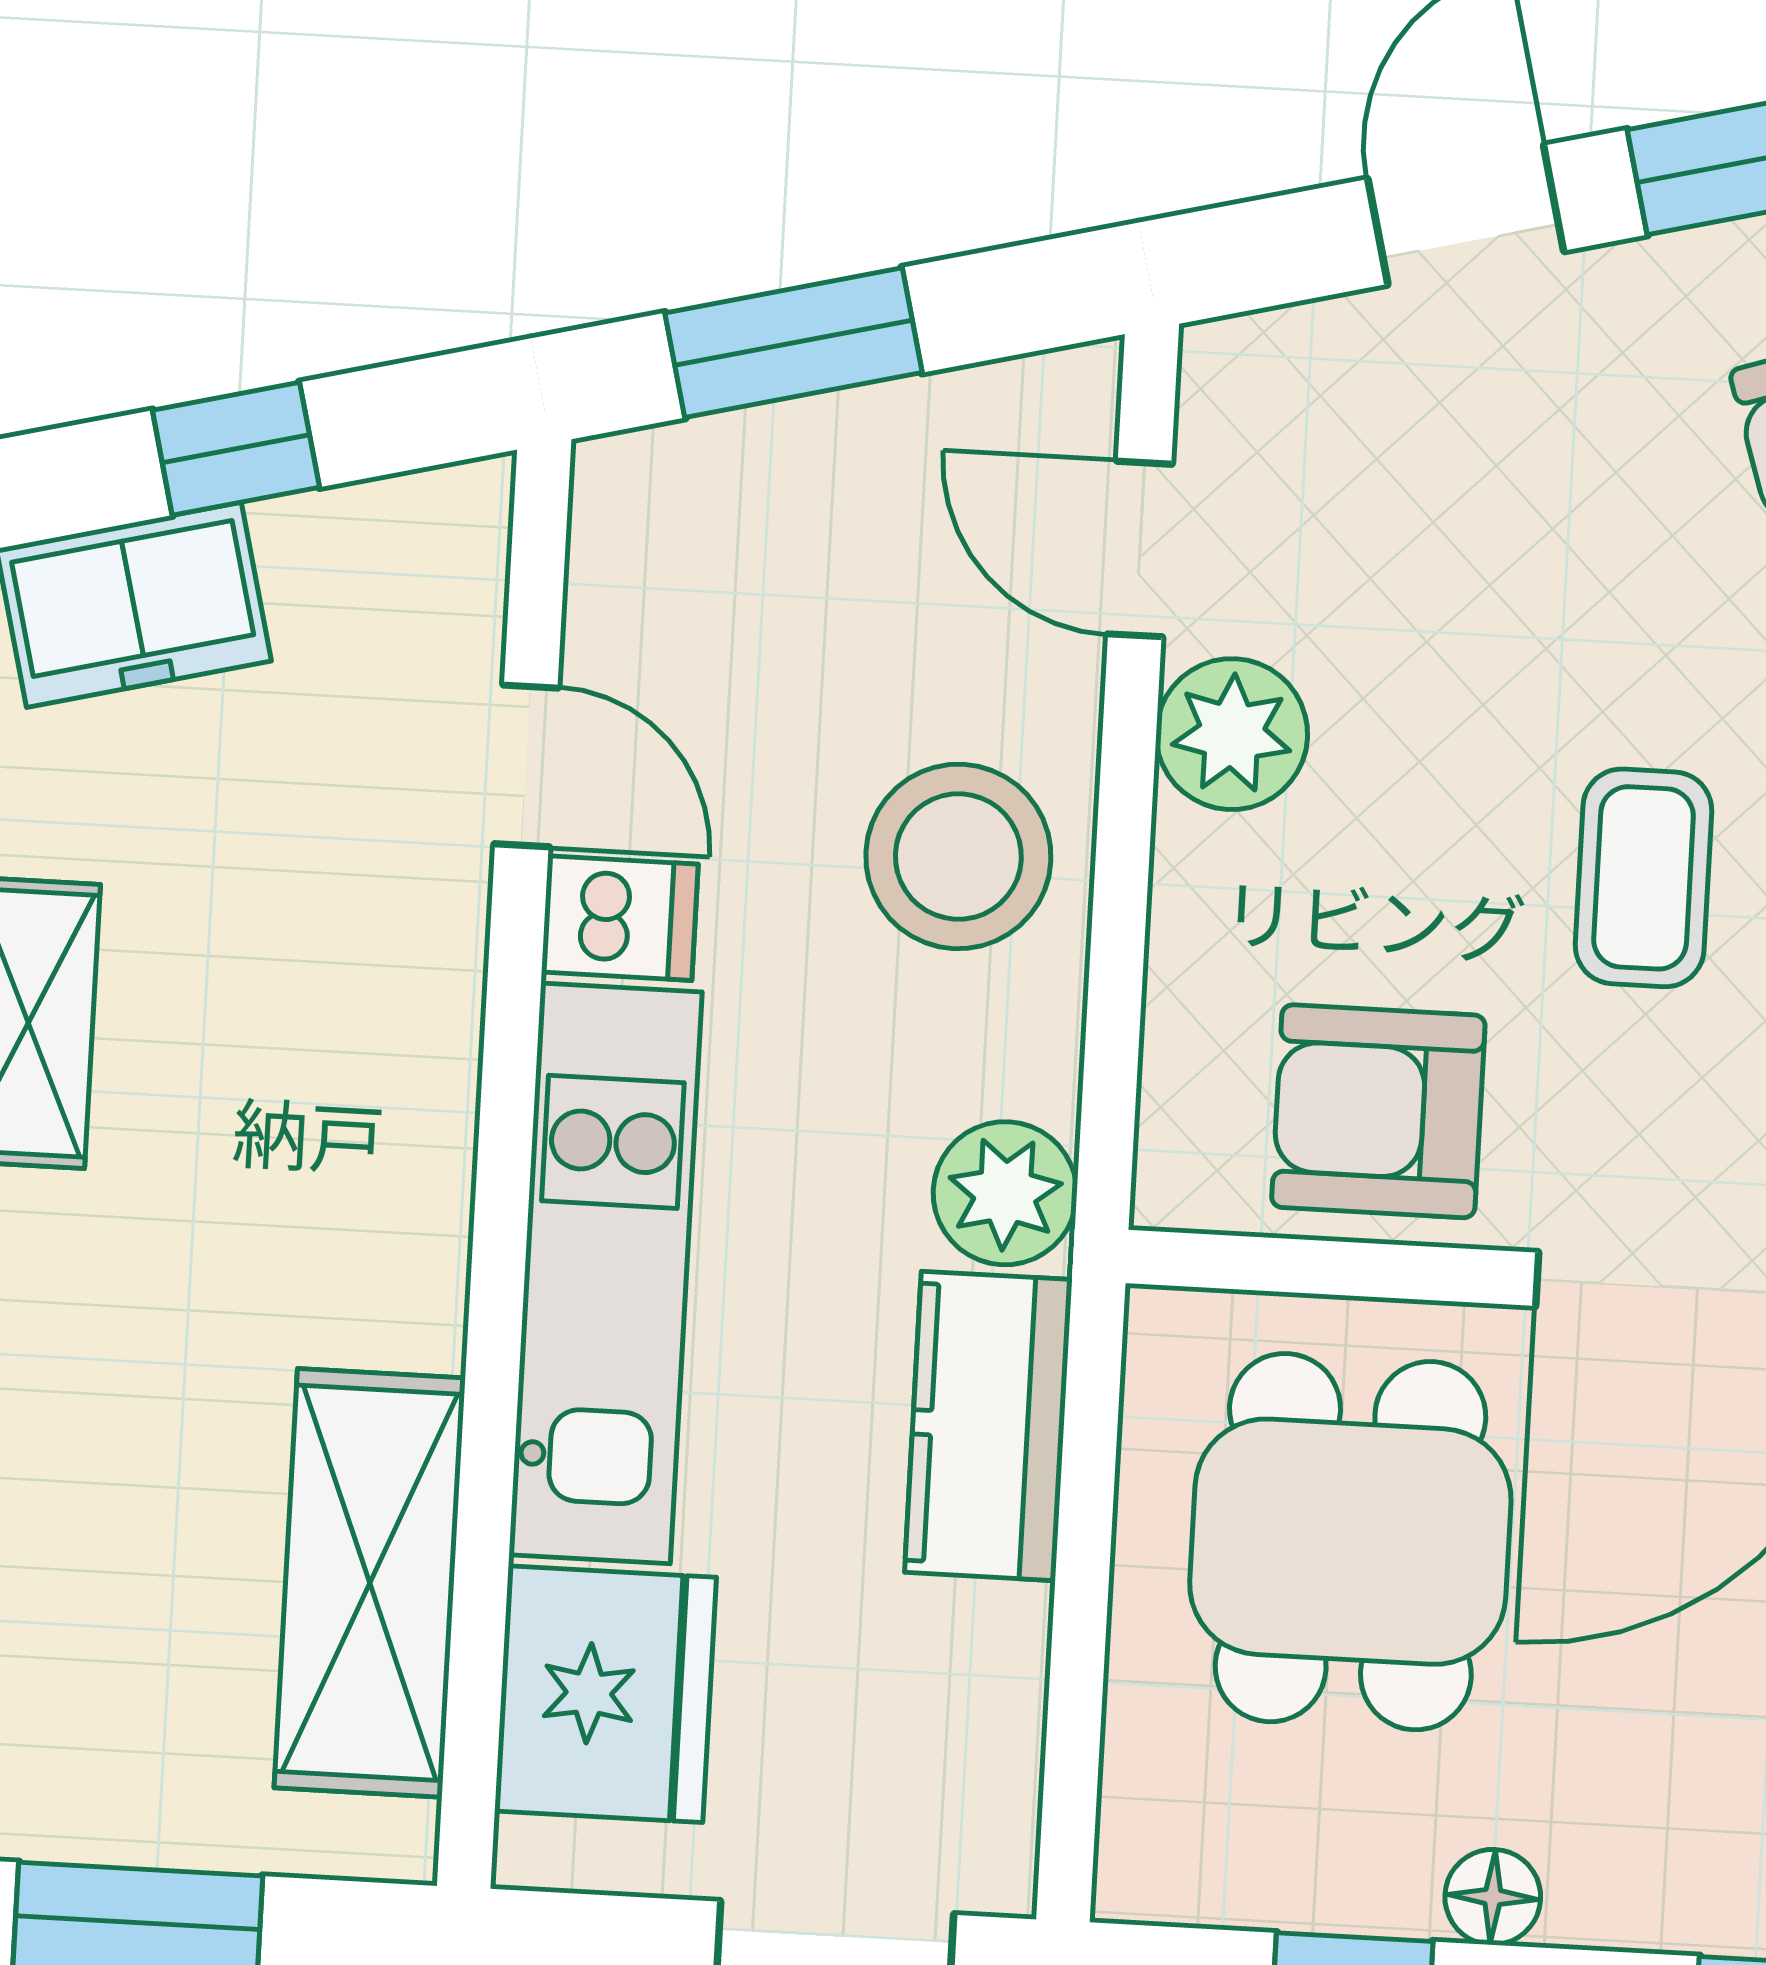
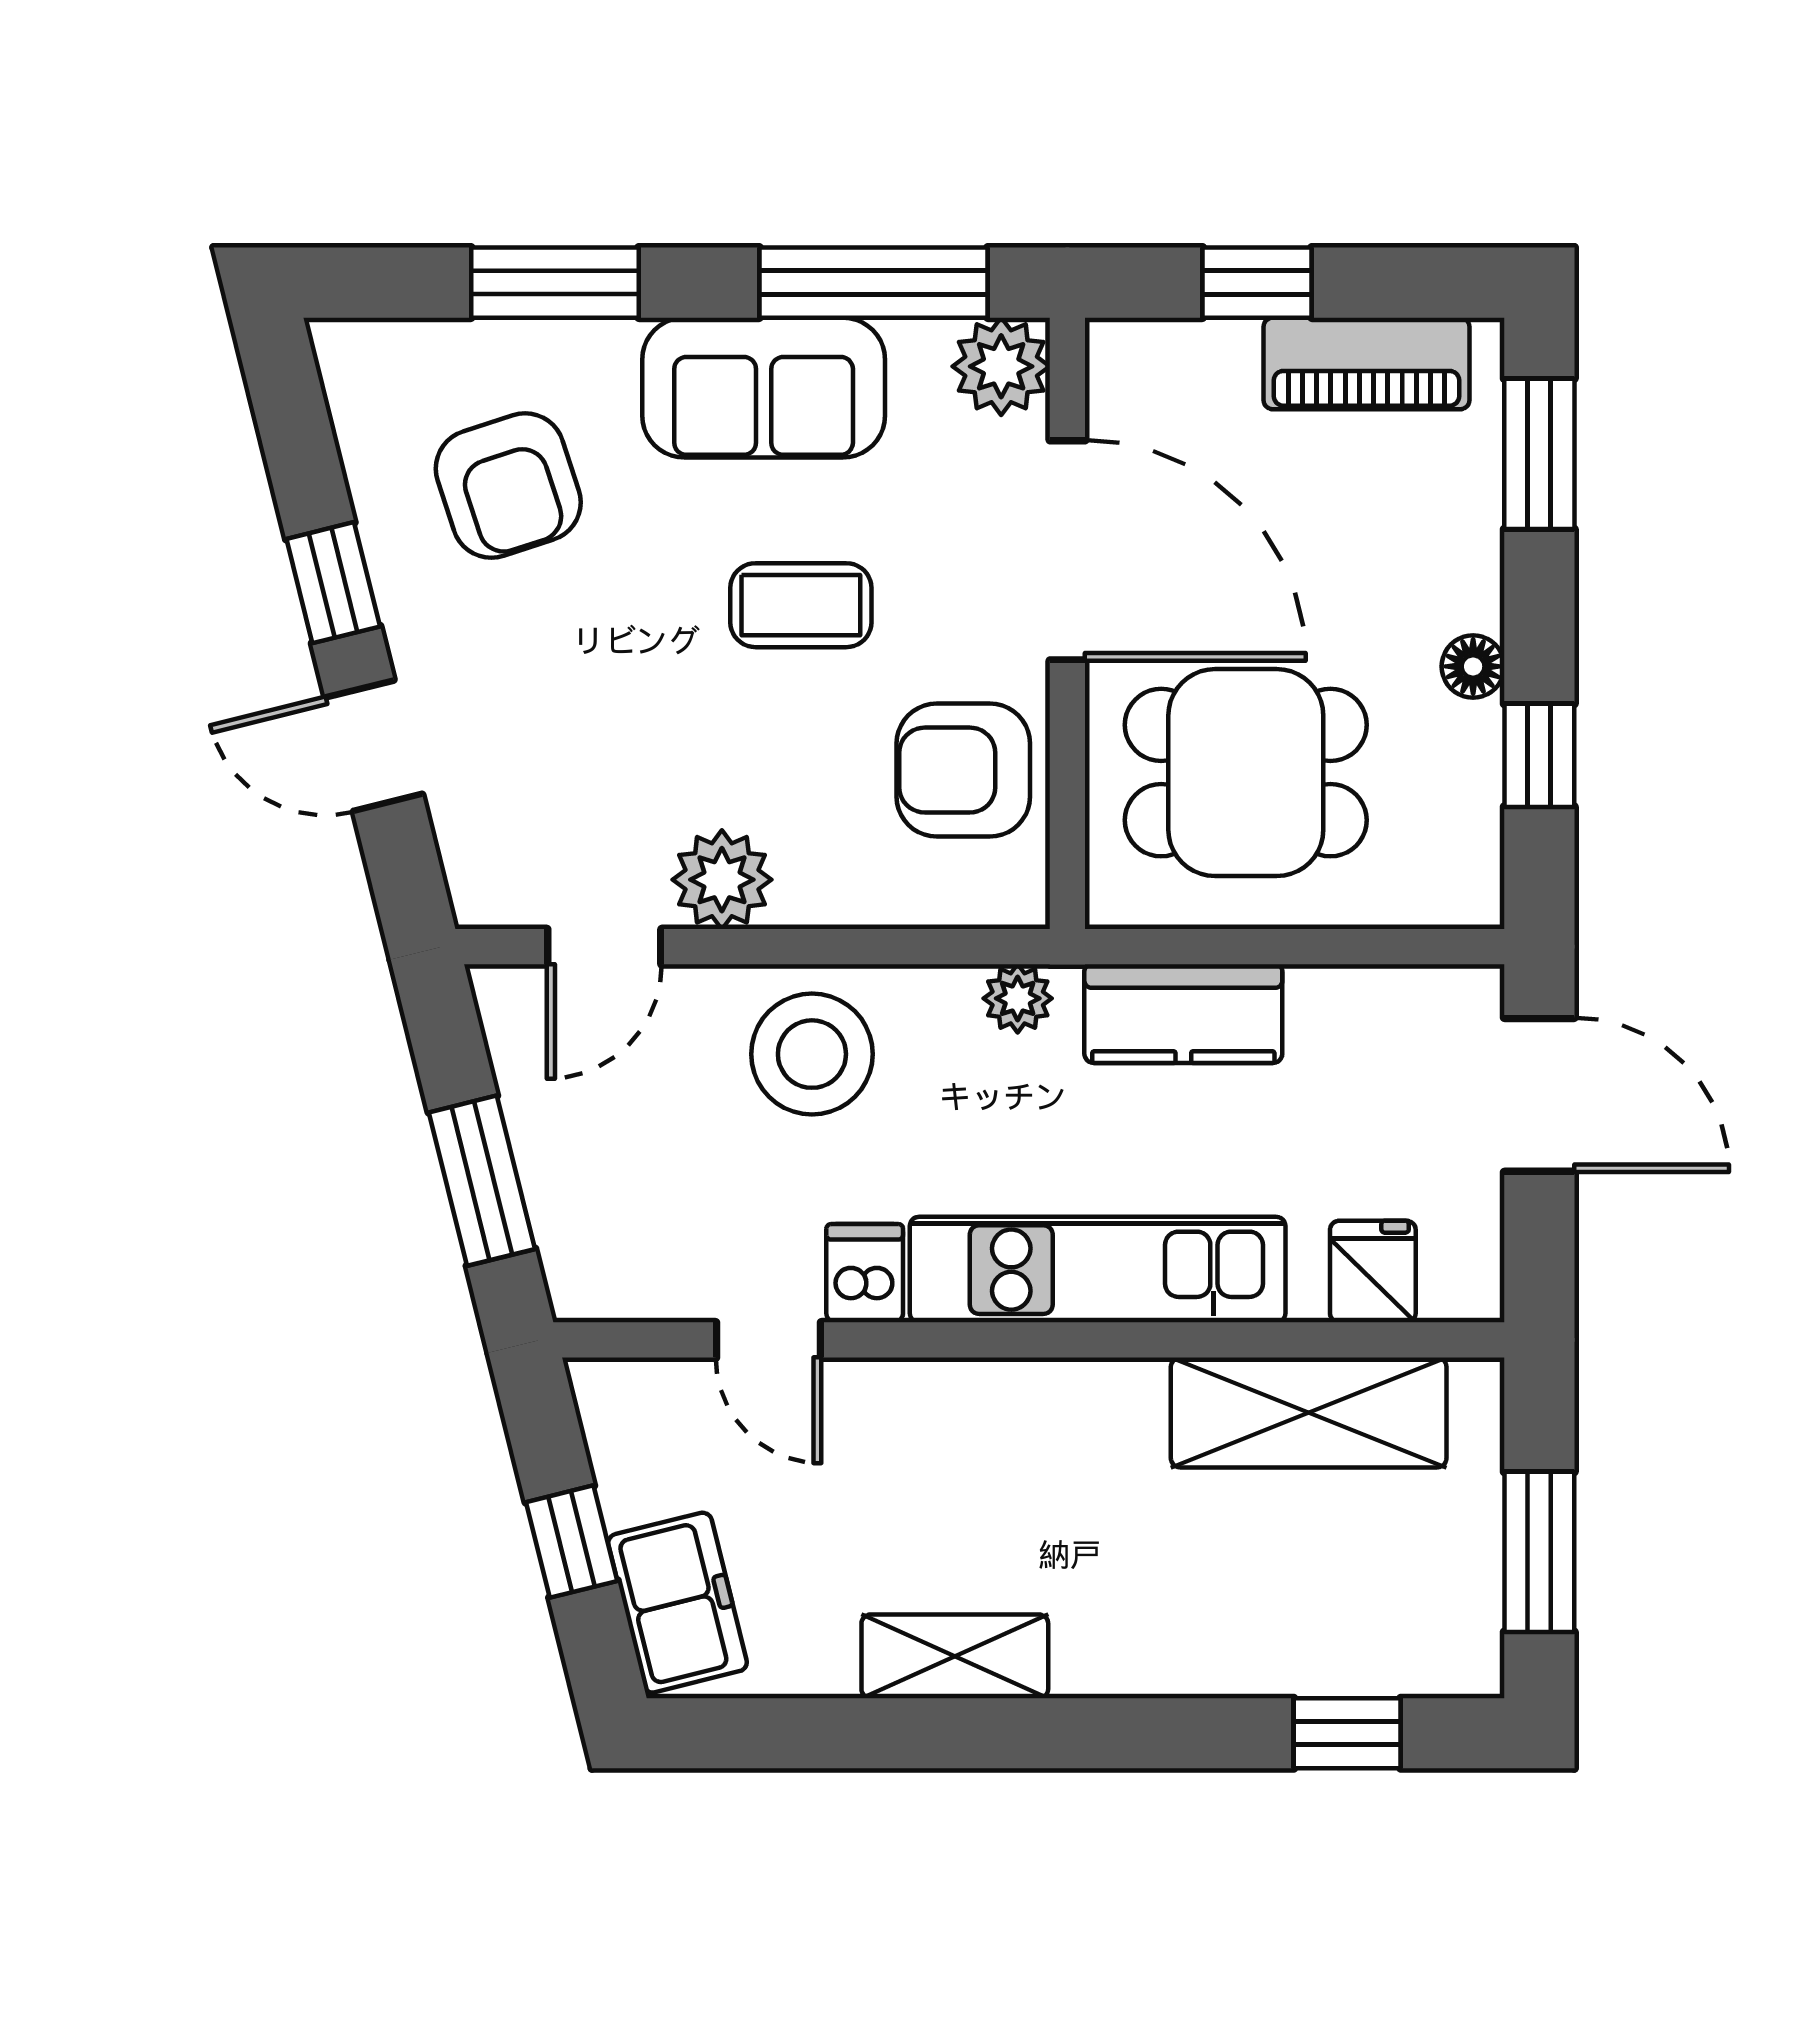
door: (526, 766) -> (769, 1340), swing flipped
armchair: (1378, 1111) -> (963, 770), turned 90
plant: (1005, 1193) -> (1018, 998), width x0.73, depth x0.73
fridge: (605, 1694) -> (1373, 1272), width x0.53, depth x0.75

